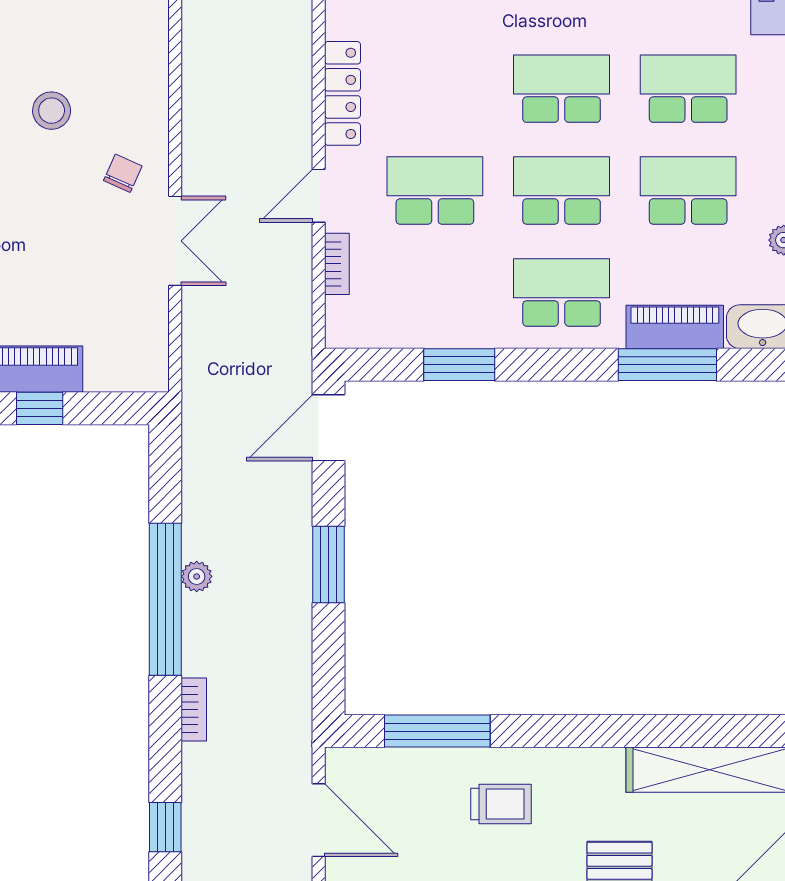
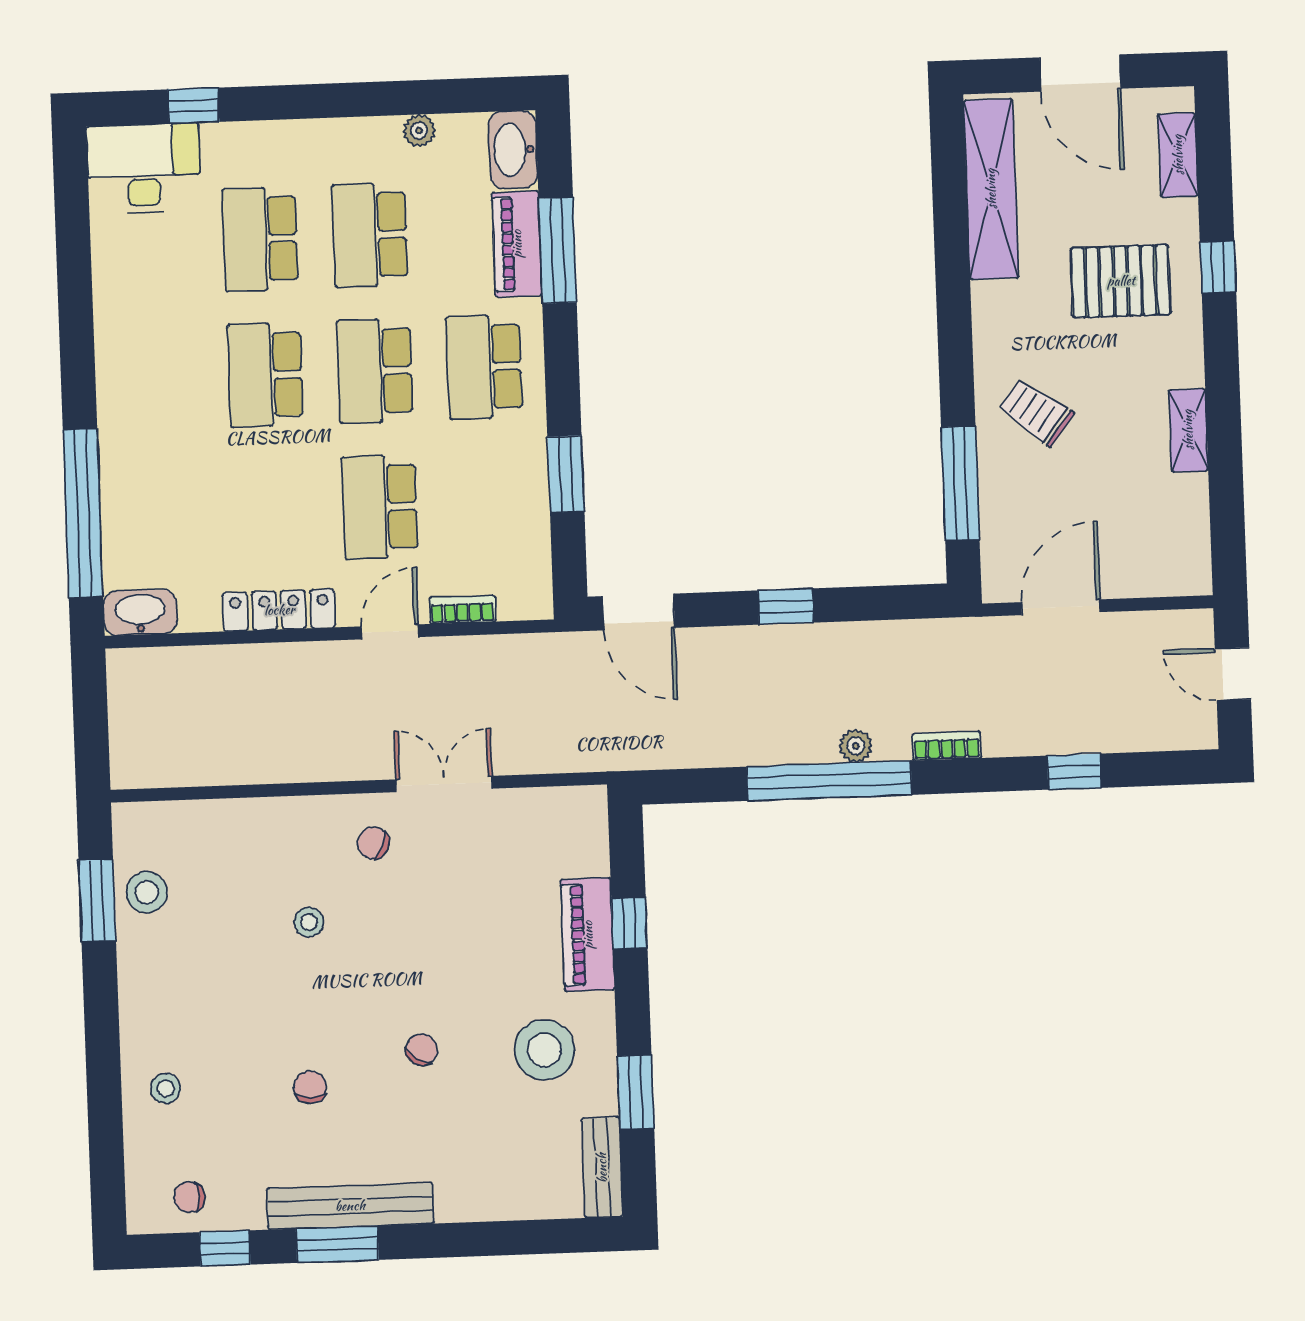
stool: (52, 111) -> (309, 922), width x0.73, depth x0.73
door: (319, 196) -> (390, 632), swing flipped
window: (329, 565) -> (786, 607), width x0.67
plant: (197, 576) -> (856, 746), moved
trolley: (501, 804) -> (1036, 412), turned -53

